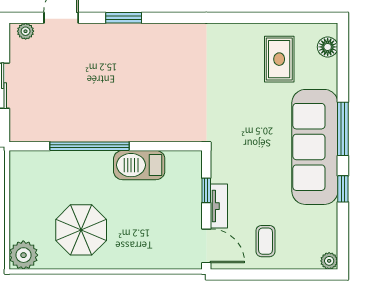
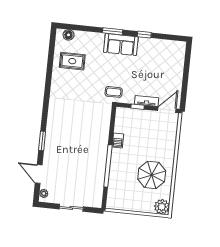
window: (343, 129) -> (113, 31), width x0.69
sofa: (315, 147) -> (121, 45), width x0.54, depth x0.79
barbecue: (139, 165) -> (118, 140), width x0.53, depth x0.65
coffee table: (266, 241) -> (114, 92), moved
plant: (329, 261) -> (182, 46), removed

